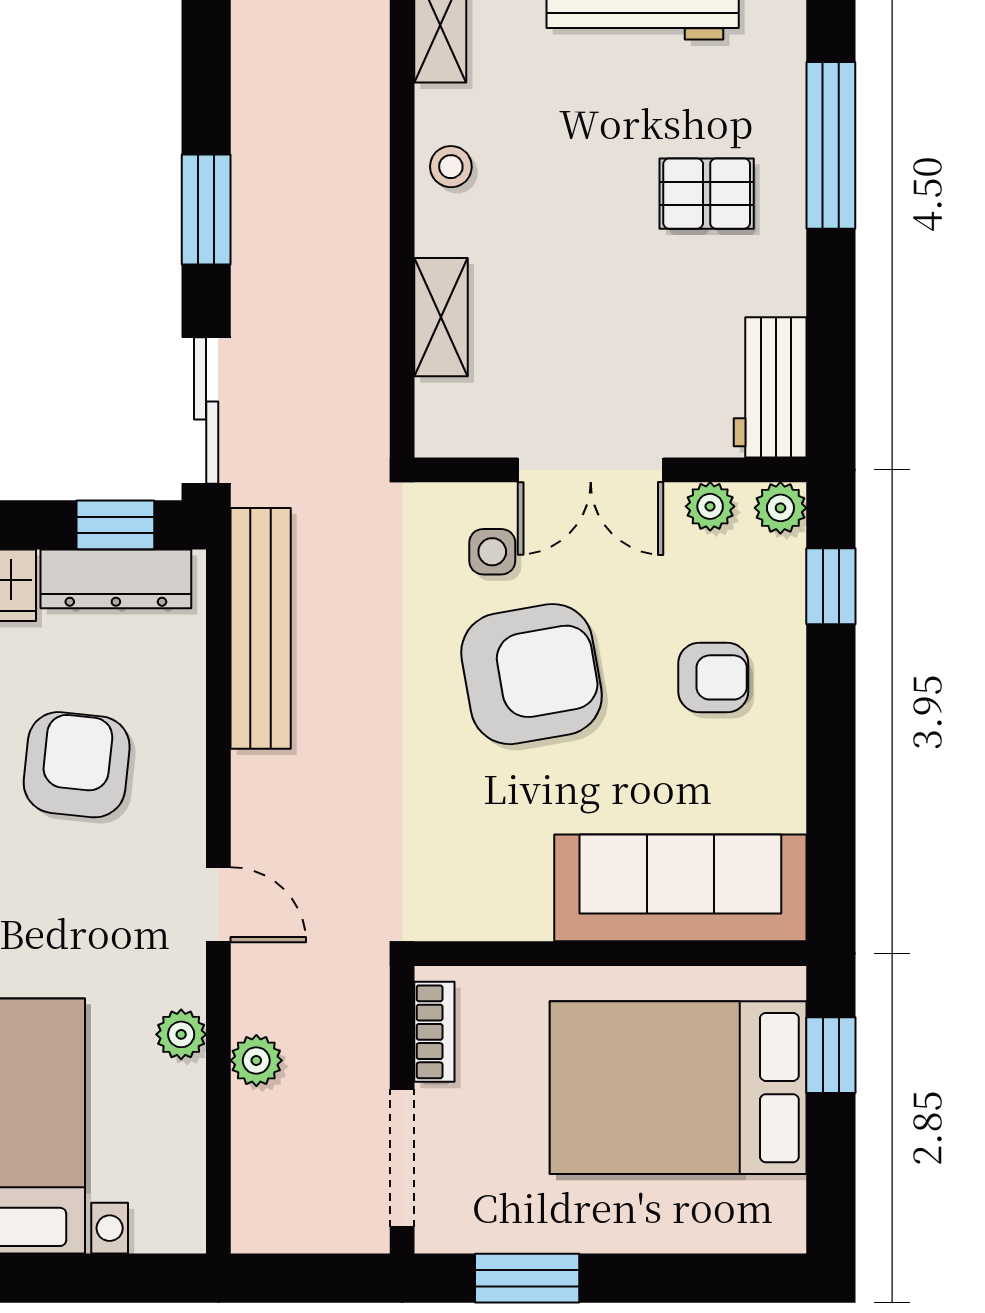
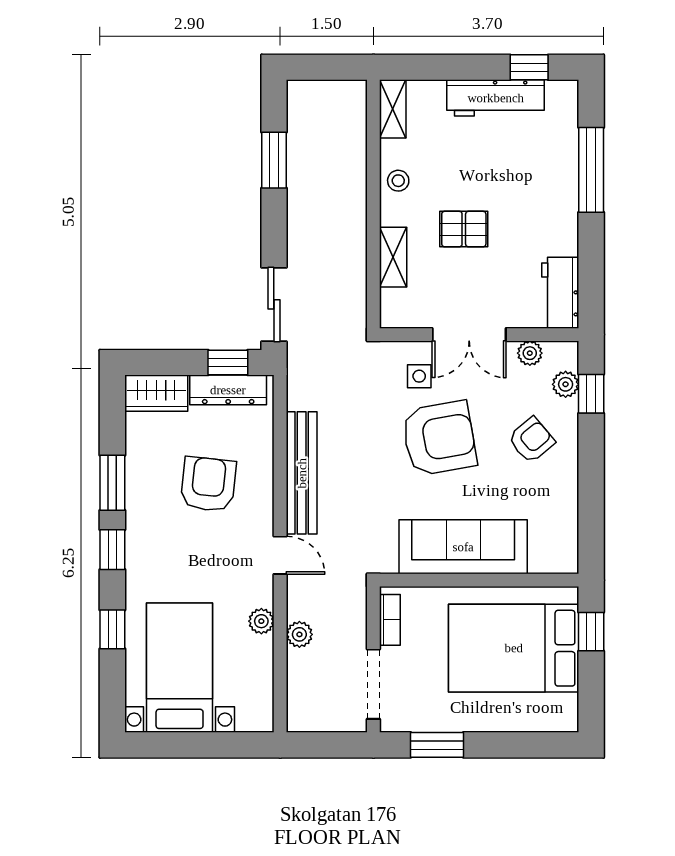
pallet: (707, 194) -> (464, 229), moved
window: (206, 209) -> (274, 160), moved
plant: (780, 508) -> (566, 384), moved
bench: (261, 628) -> (302, 473), moved
armchair: (713, 677) -> (531, 440), turned -40
sofa: (680, 888) -> (463, 547), moved

